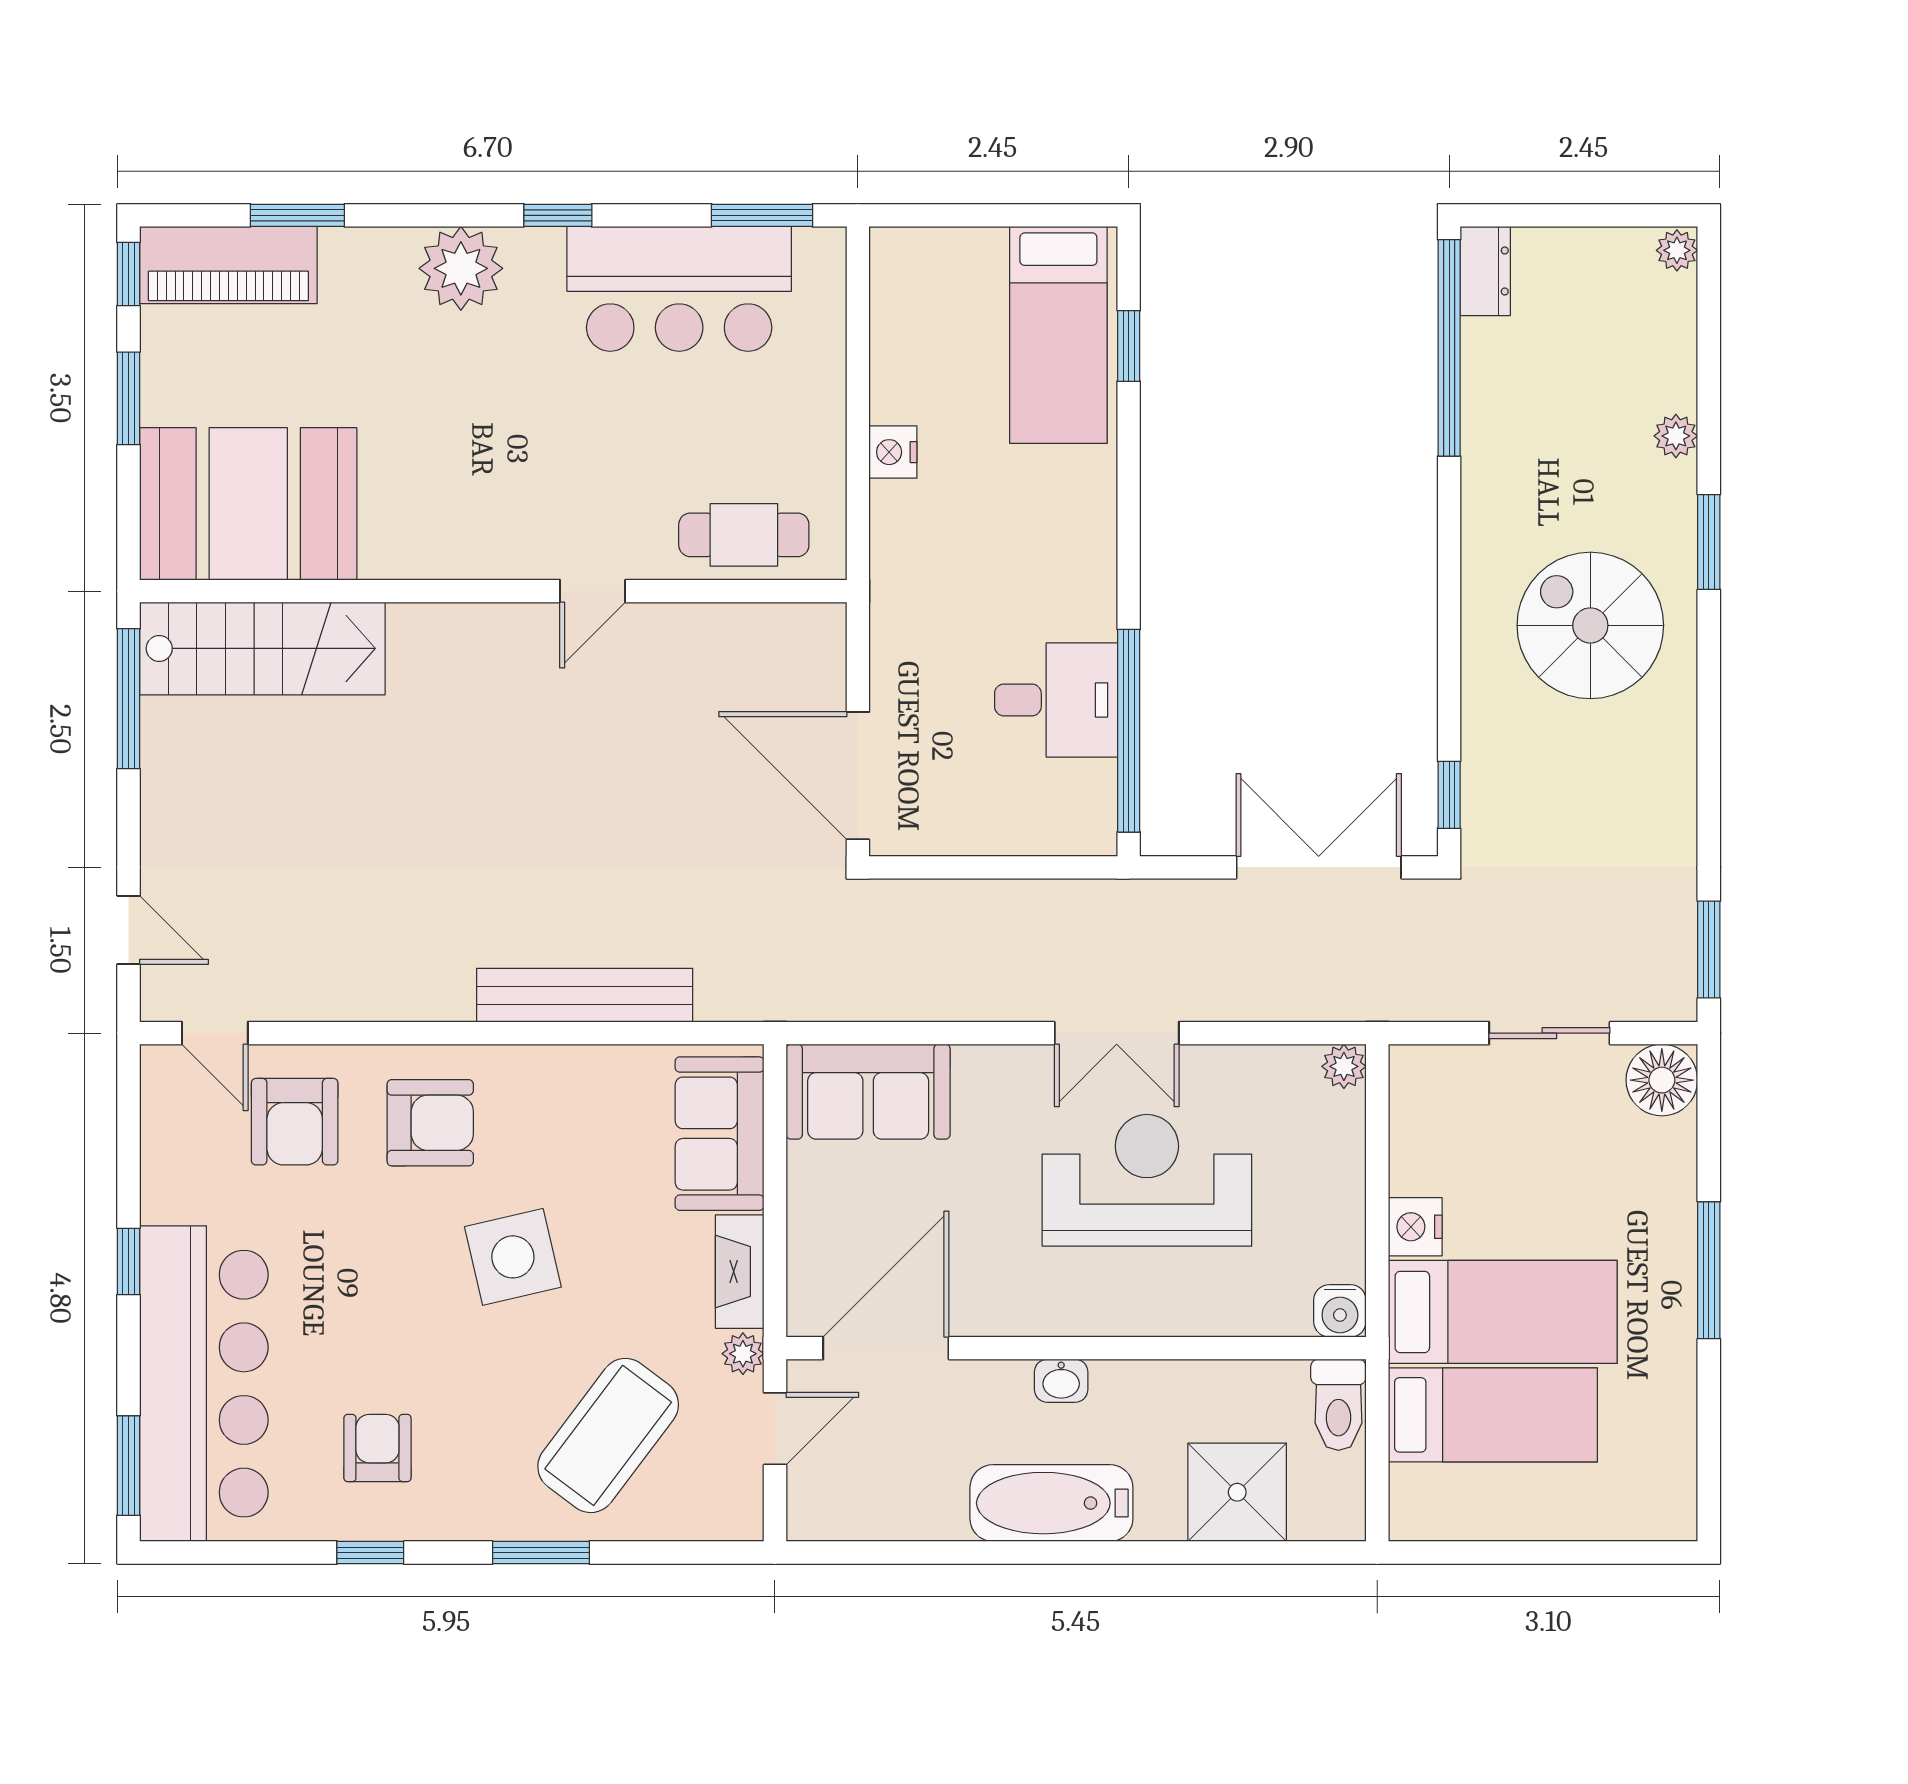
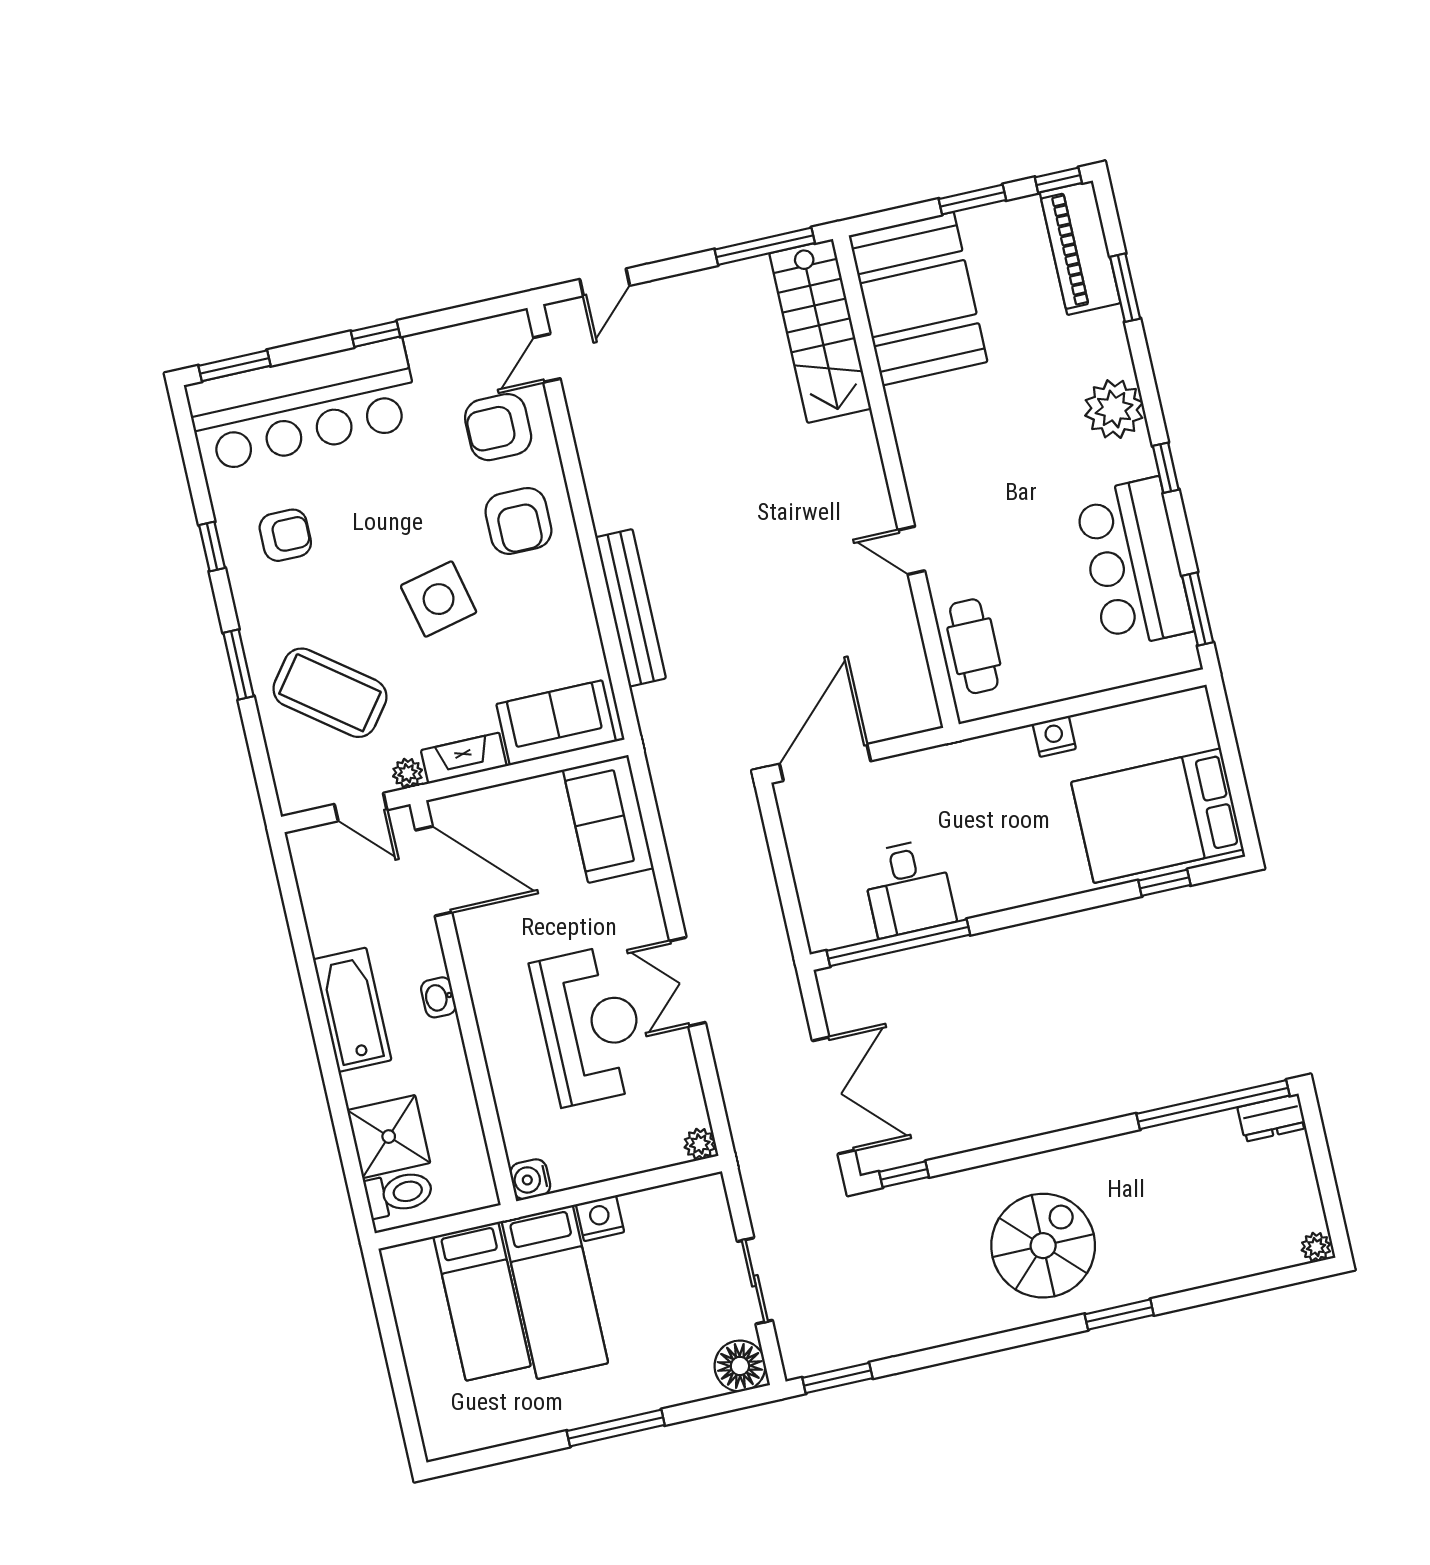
bed: (1058, 335) -> (1157, 816), width x1.50
plant: (1676, 436) -> (1187, 1275), removed
toilet: (1338, 1405) -> (399, 1193), moved, turned 180

